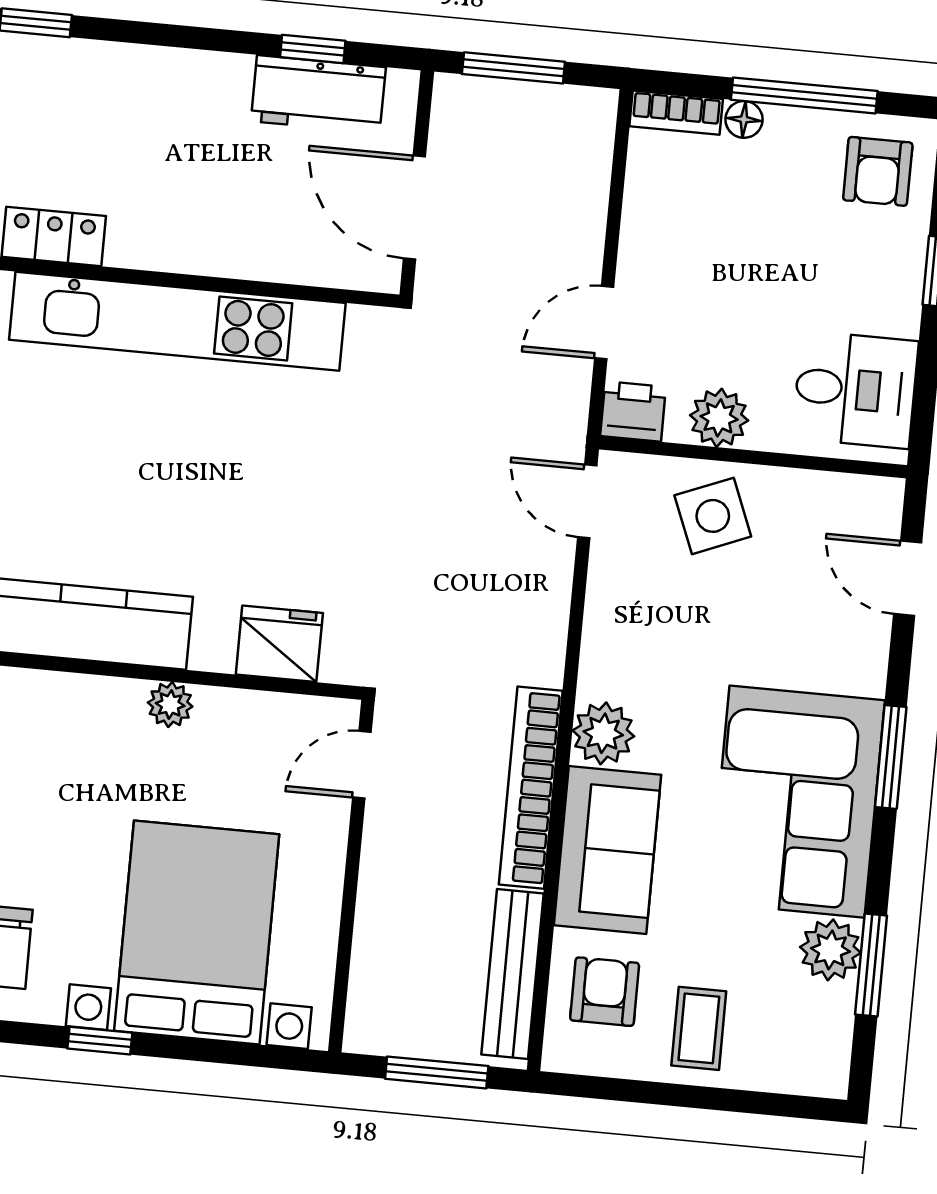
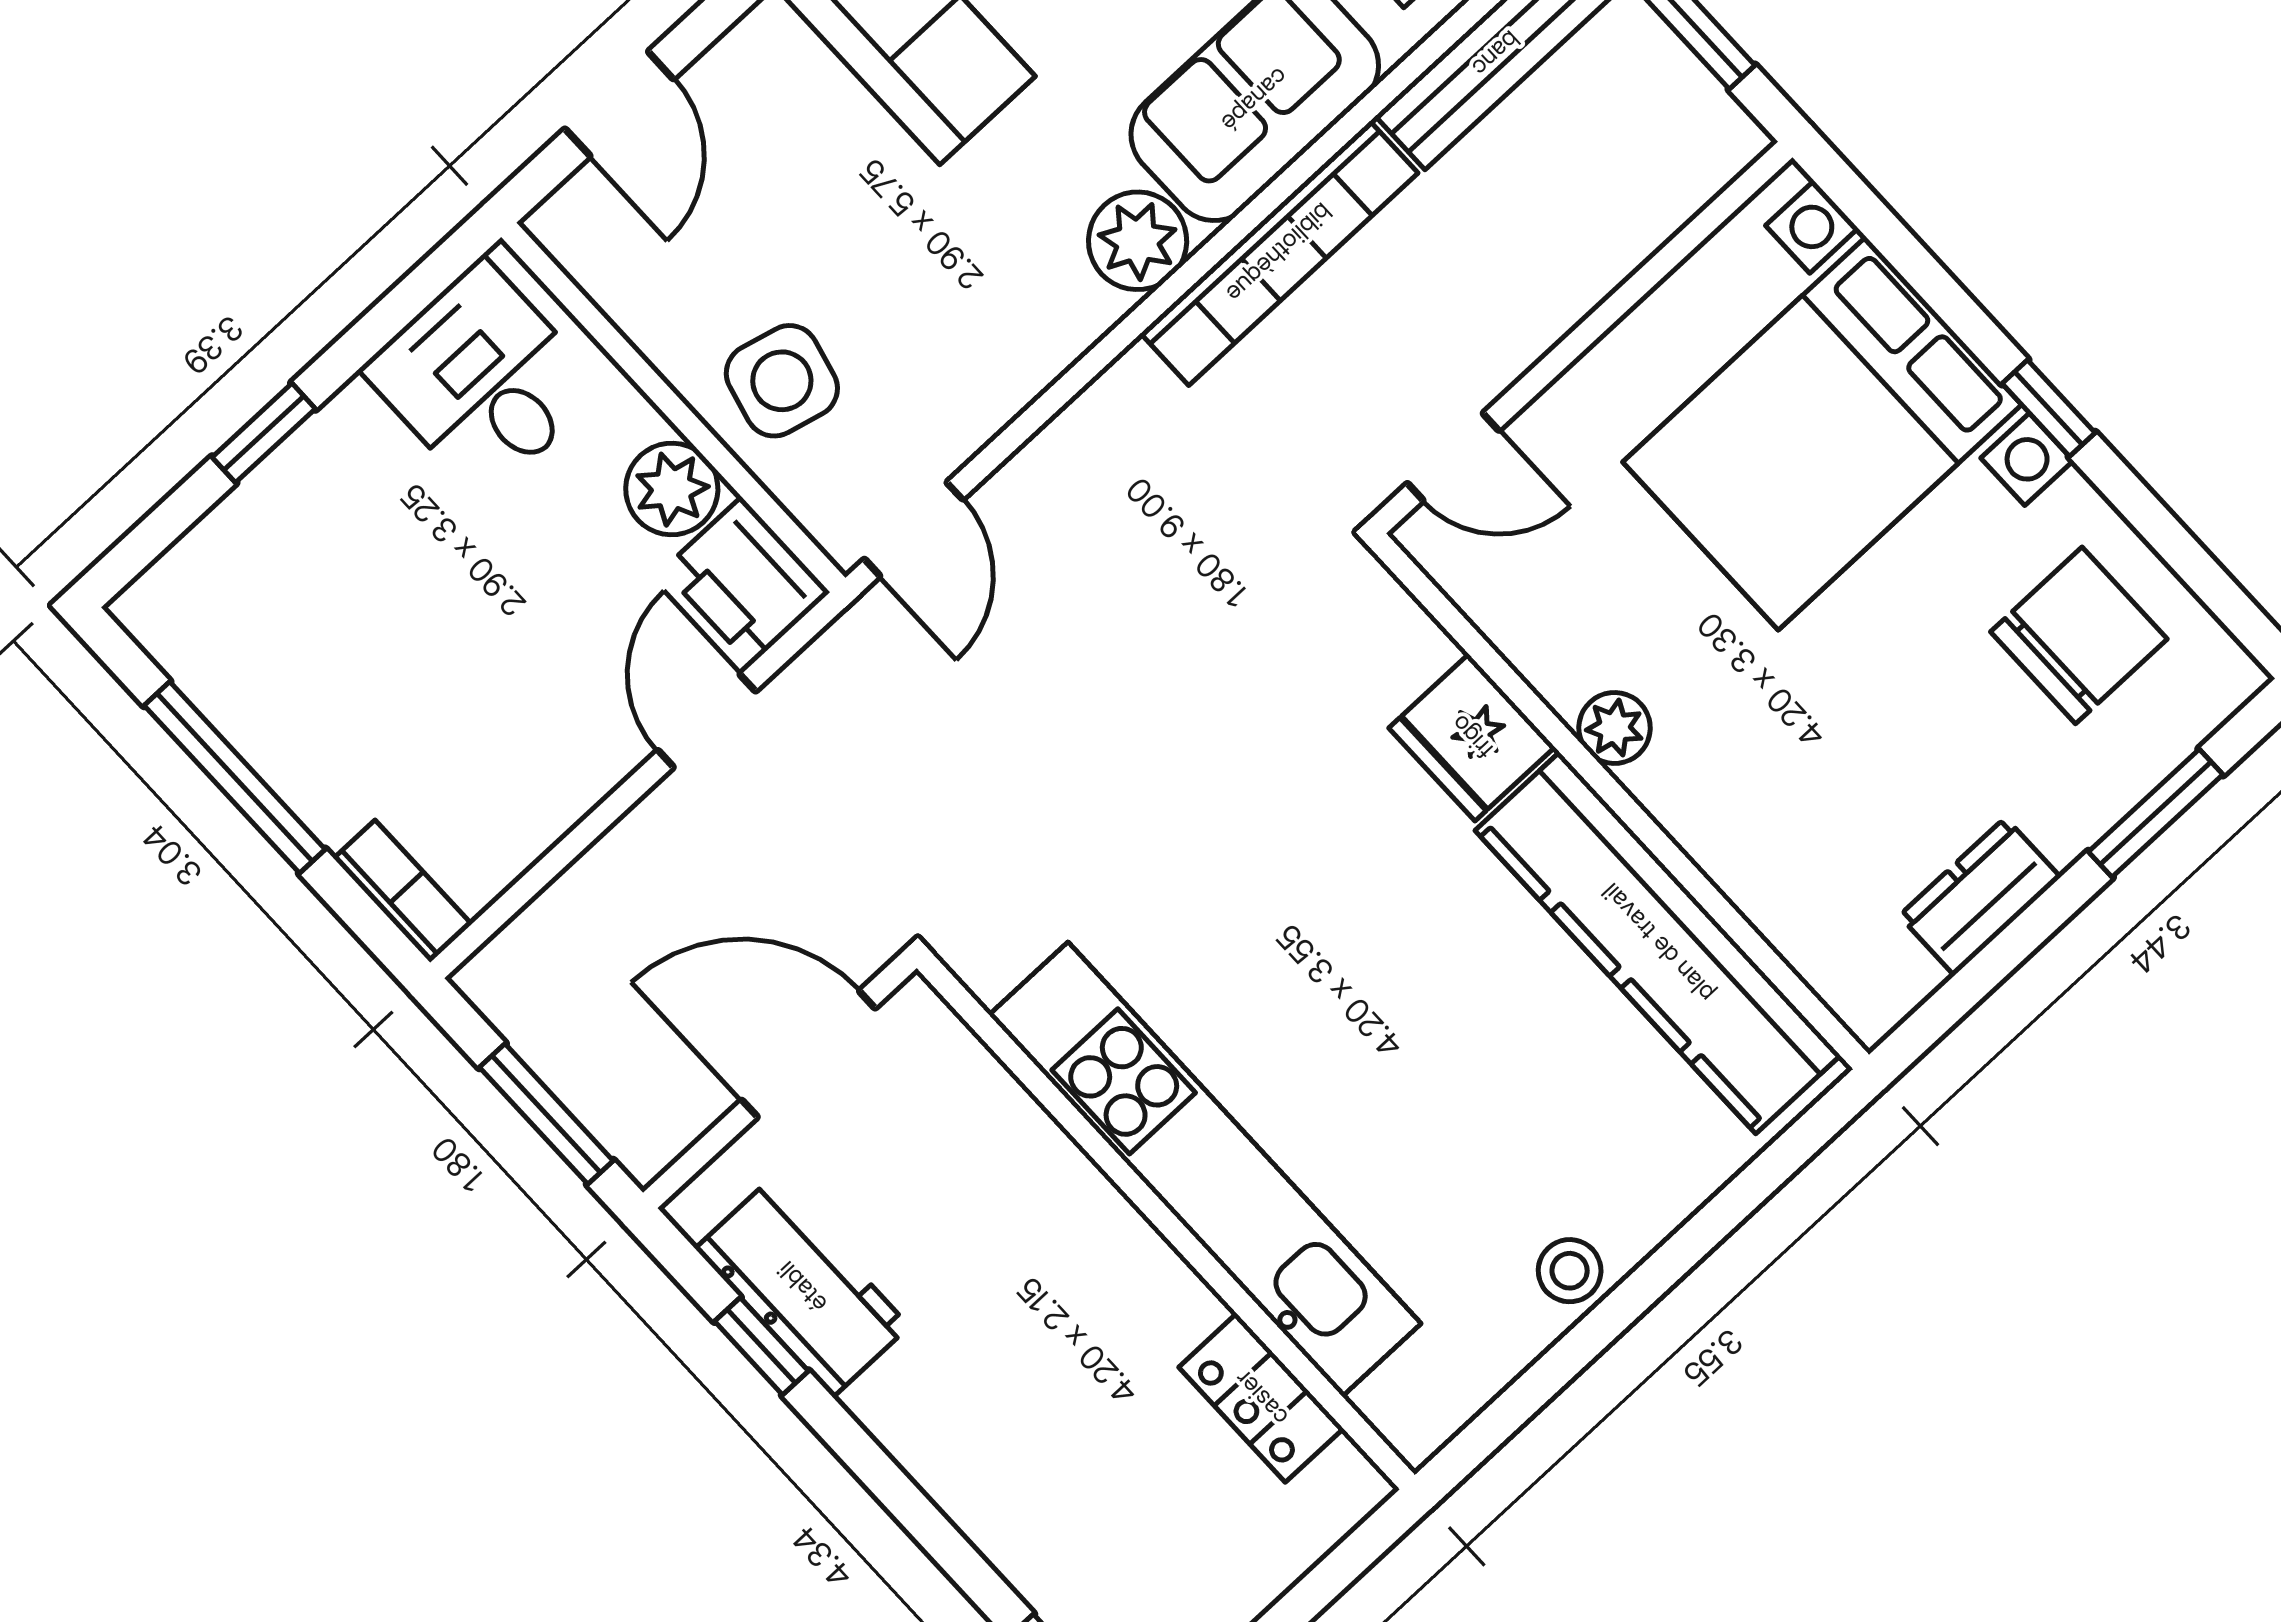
floor lamp: (744, 119) -> (330, 812), removed
armchair: (878, 171) -> (228, 611), removed
door: (414, 208) -> (808, 1054), swing flipped
door: (604, 323) -> (707, 721), swing flipped
printer: (633, 411) -> (746, 581), width x1.36, depth x1.24
side table: (713, 516) -> (782, 381), turned 36
fridge: (279, 644) -> (1472, 737), moved

